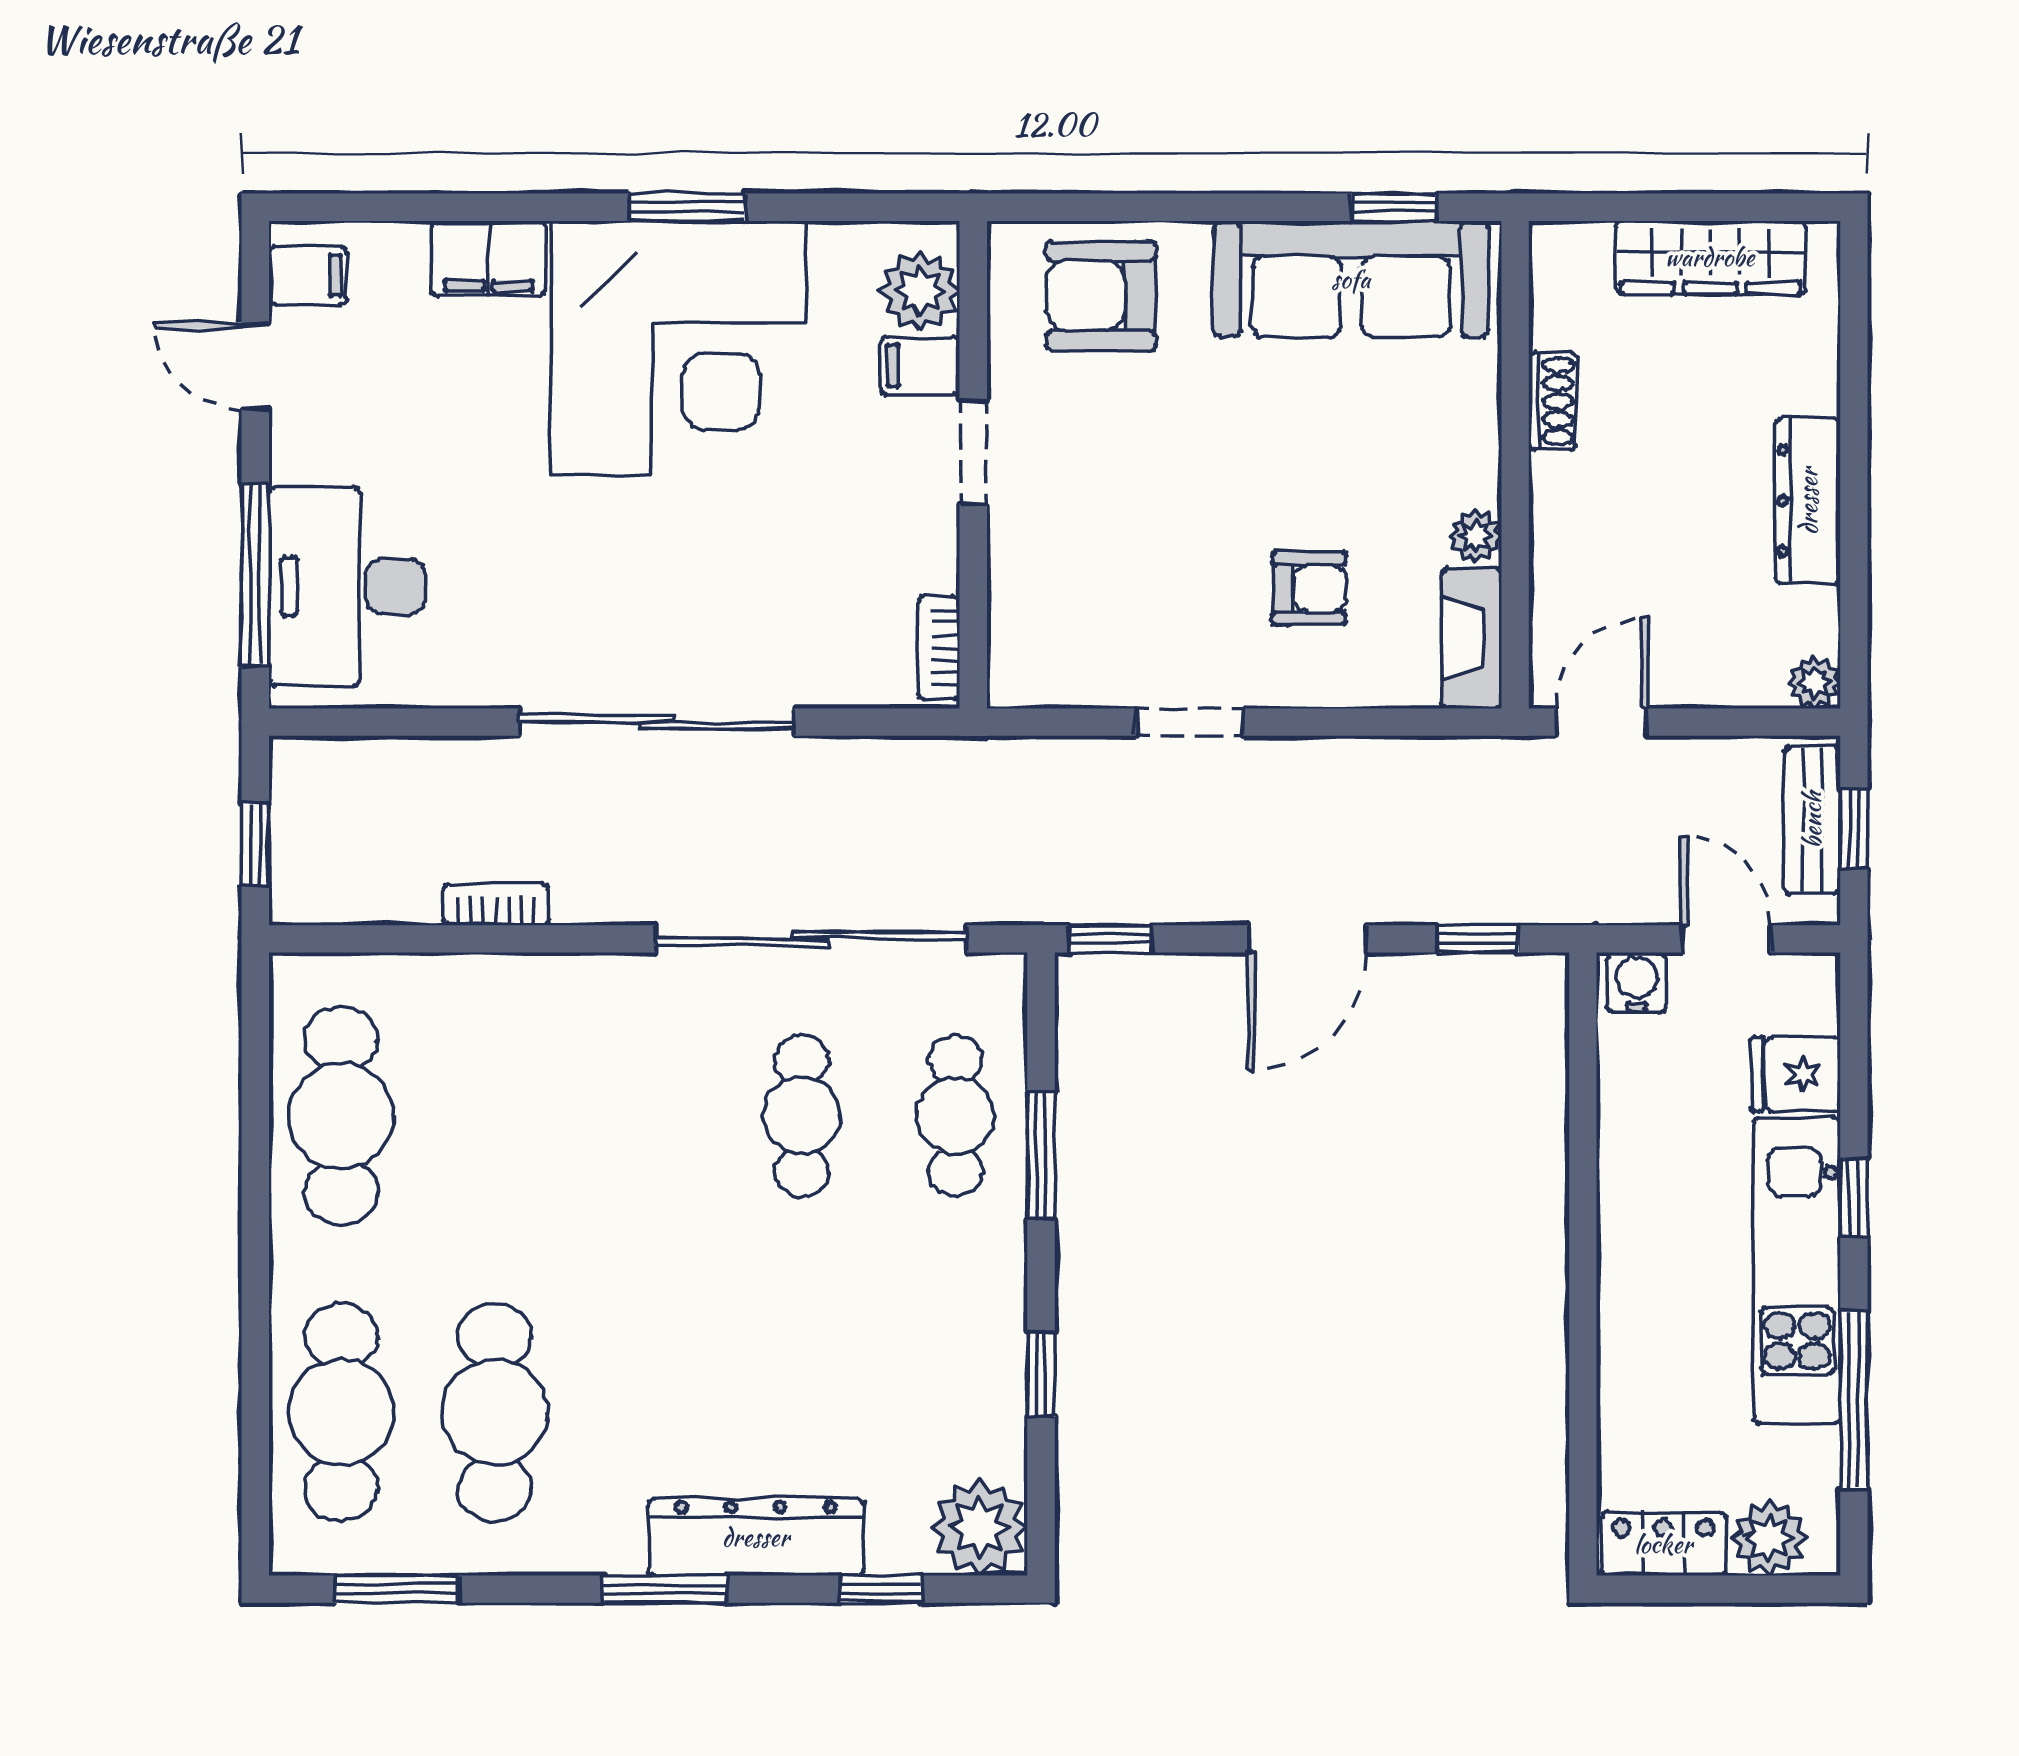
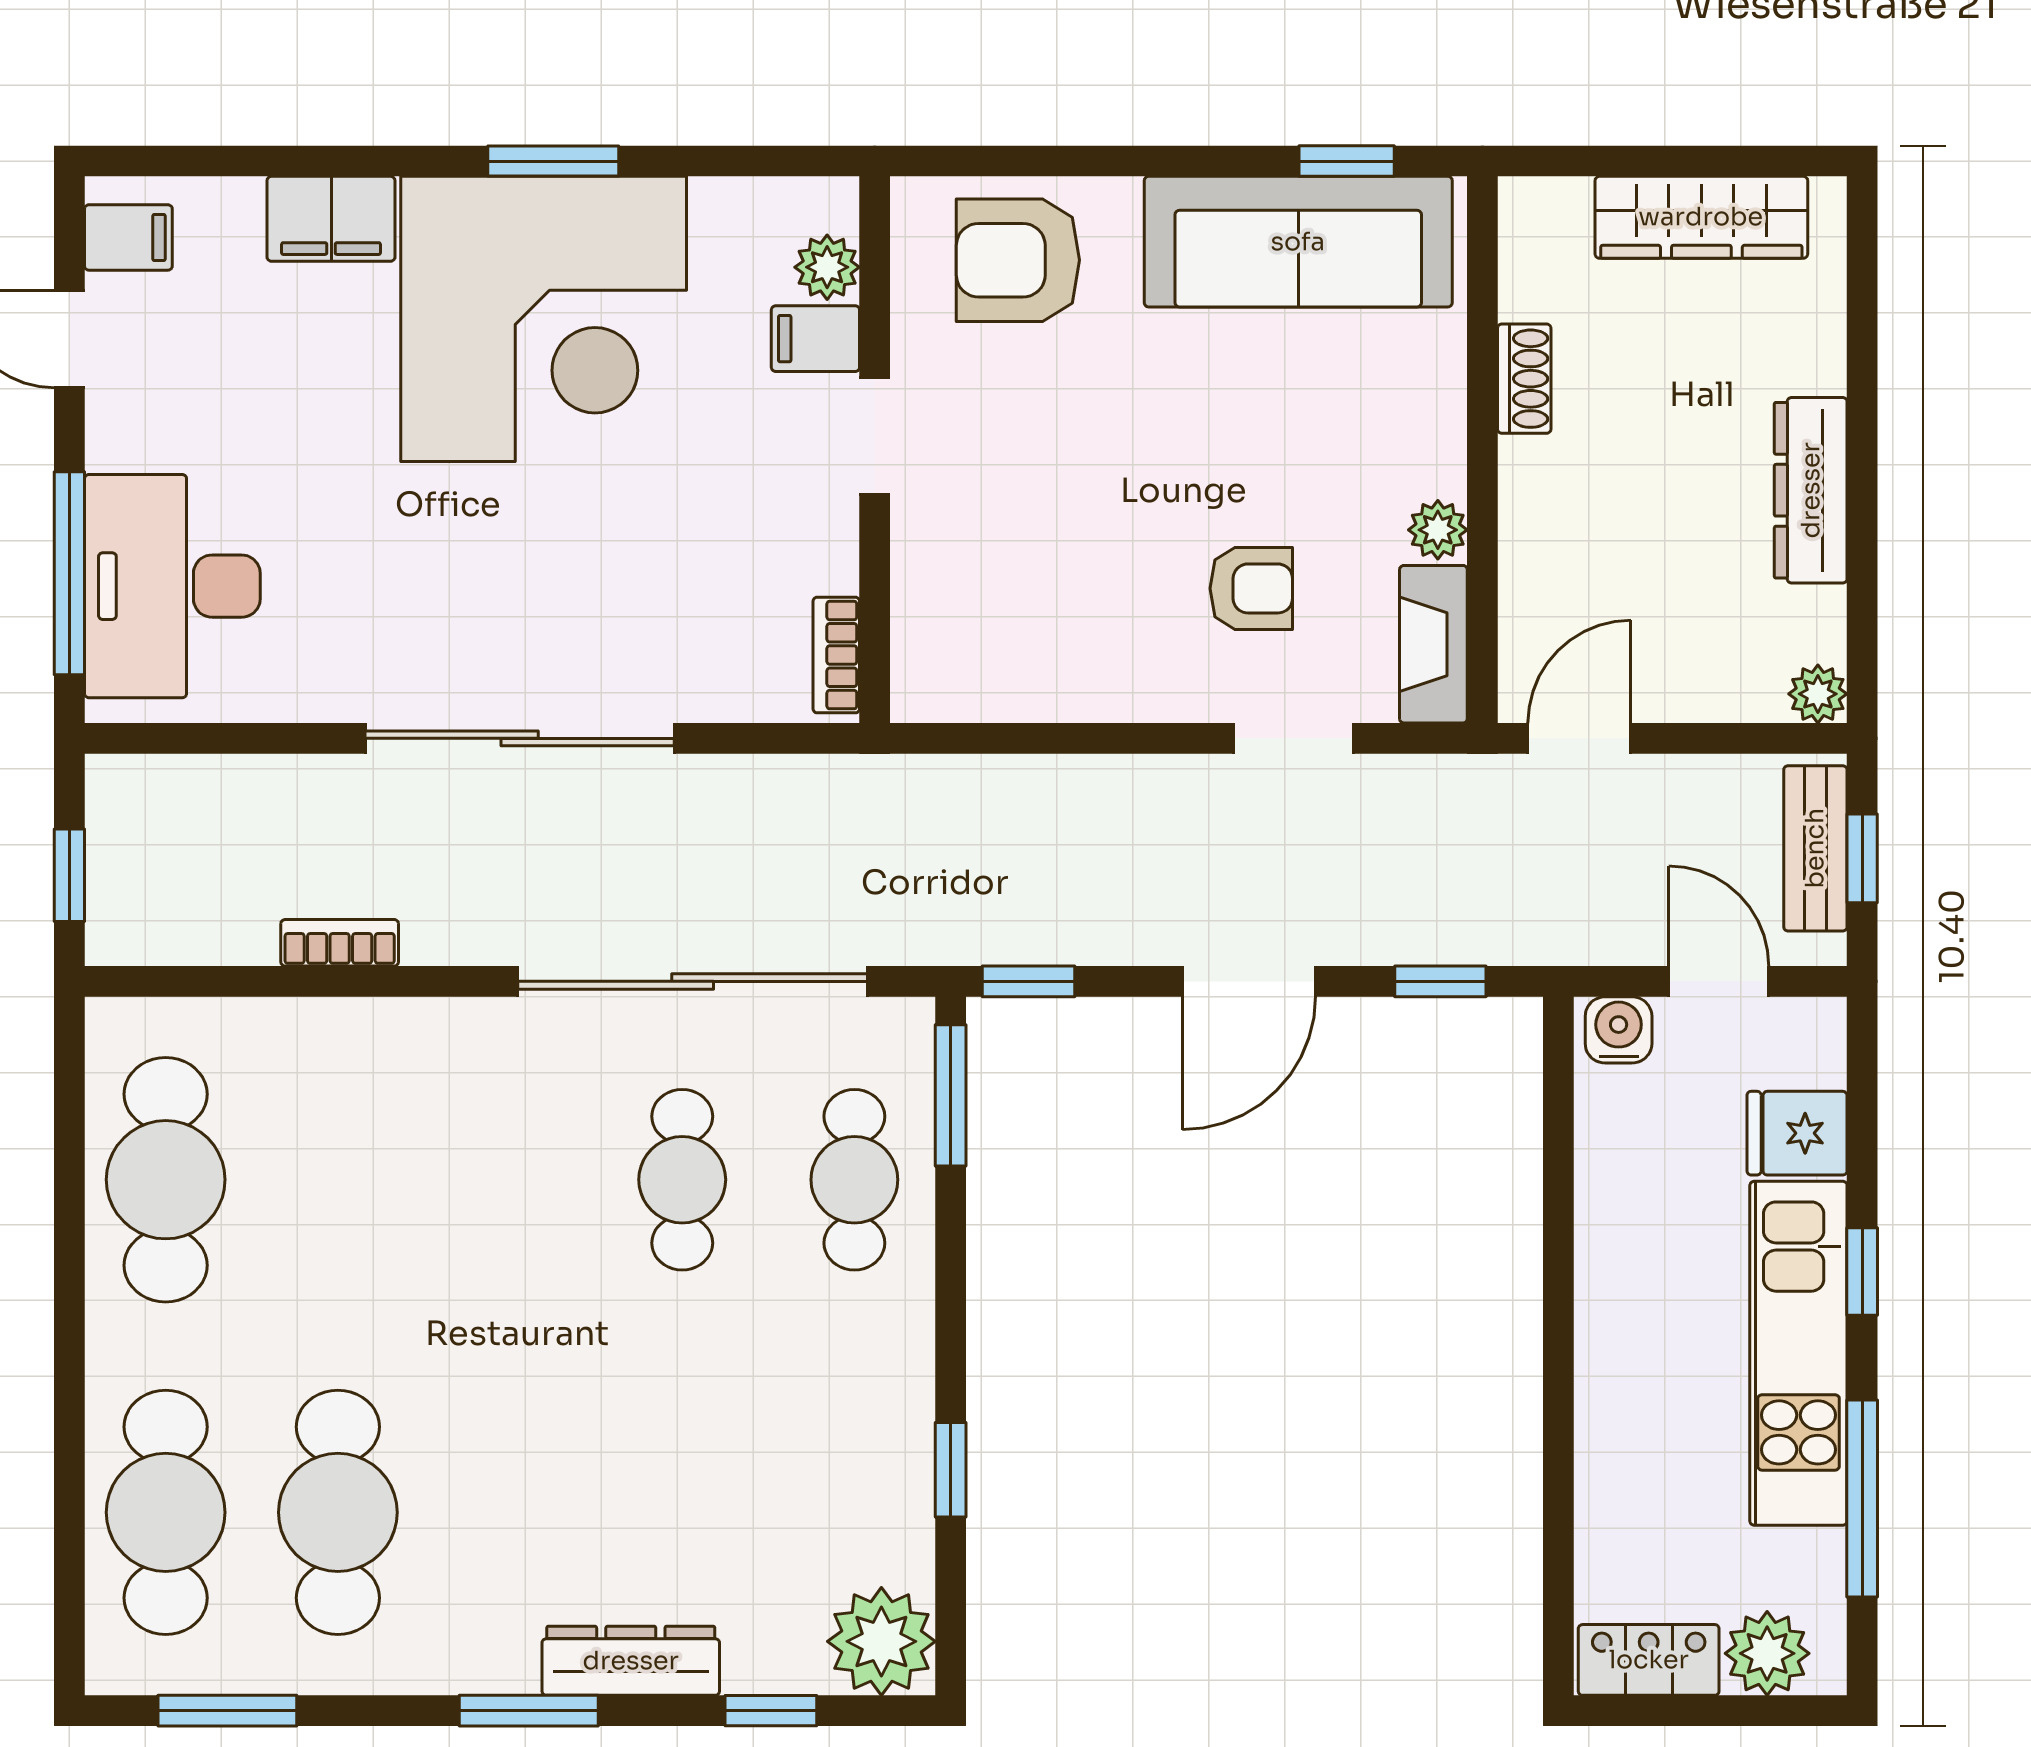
plant: (920, 291) -> (827, 267), width x0.73, depth x0.73
doorway: (1190, 722) -> (1294, 738), moved
window: (1041, 1156) -> (951, 1095), moved
dresser: (756, 1537) -> (631, 1661), width x0.73, depth x0.80

